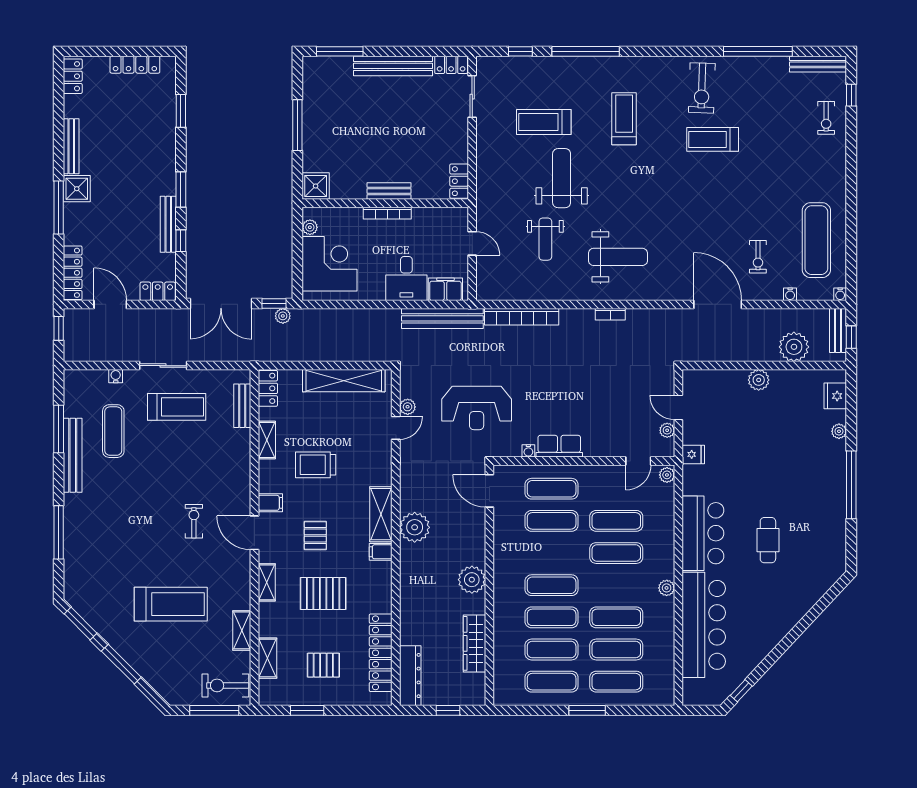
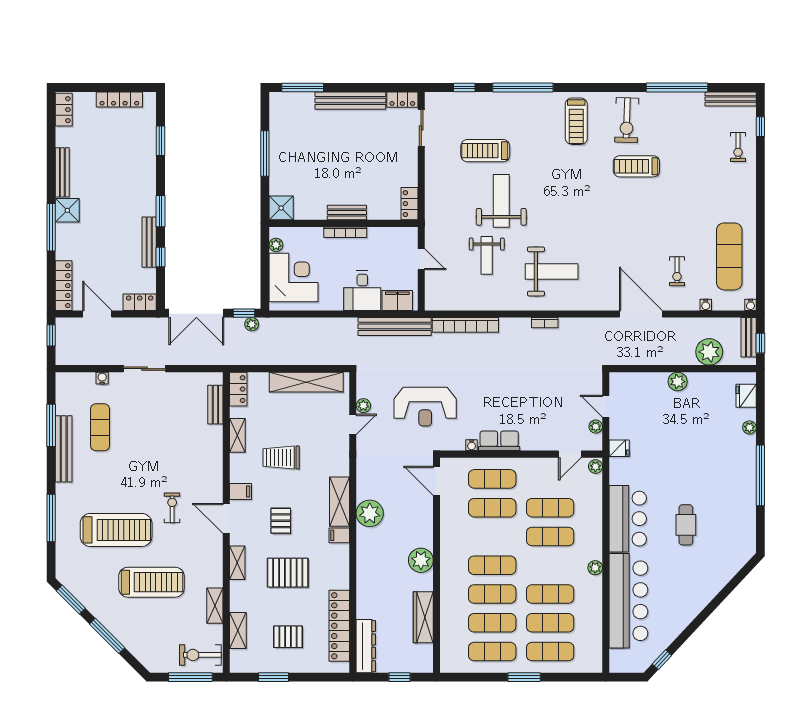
treadmill: (624, 119) -> (576, 121), moved, turned 180
treadmill: (177, 407) -> (116, 530), moved, width x1.37, depth x1.38

